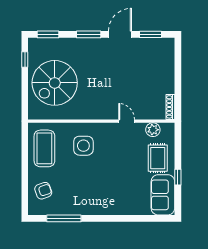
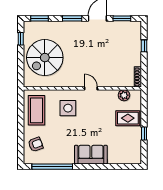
window: (178, 68) -> (144, 46), added
door: (127, 121) -> (91, 88), moved
rug: (158, 158) -> (128, 118), turned 90
sofa: (163, 195) -> (91, 155), moved, turned 90
window: (64, 218) -> (52, 167), width x1.46

